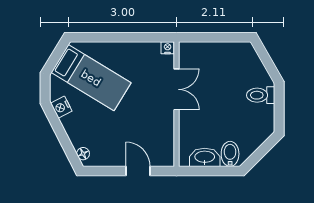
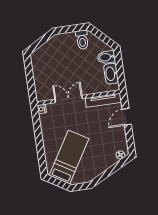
toilet: (261, 95) -> (82, 40), moved
nightstand: (61, 107) -> (92, 174), removed
tv unit: (167, 140) -> (103, 100), added

